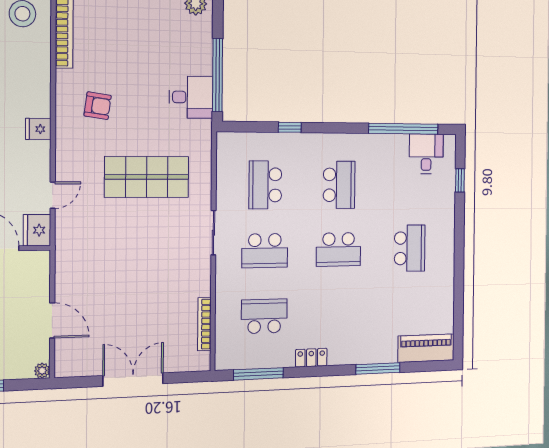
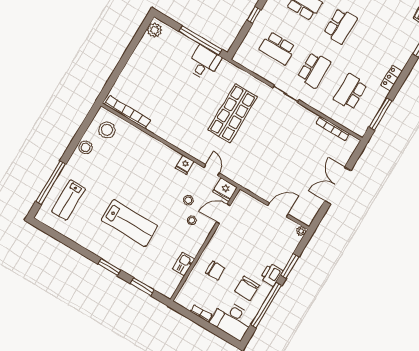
armchair: (98, 106) -> (178, 118), removed
fridge: (38, 129) -> (185, 165), moved

